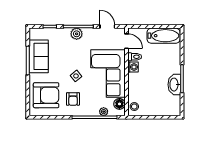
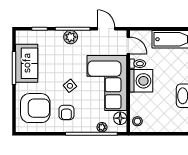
washing machine: (133, 67) -> (141, 81), width x1.89, depth x1.89

